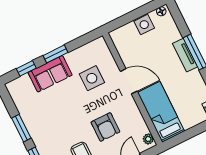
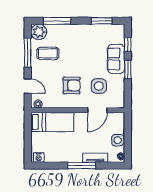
tv unit: (185, 55) -> (95, 158), moved
door: (129, 81) -> (97, 110), moved
armchair: (105, 127) -> (72, 86), moved, turned 180
window: (21, 128) -> (102, 21), moved

